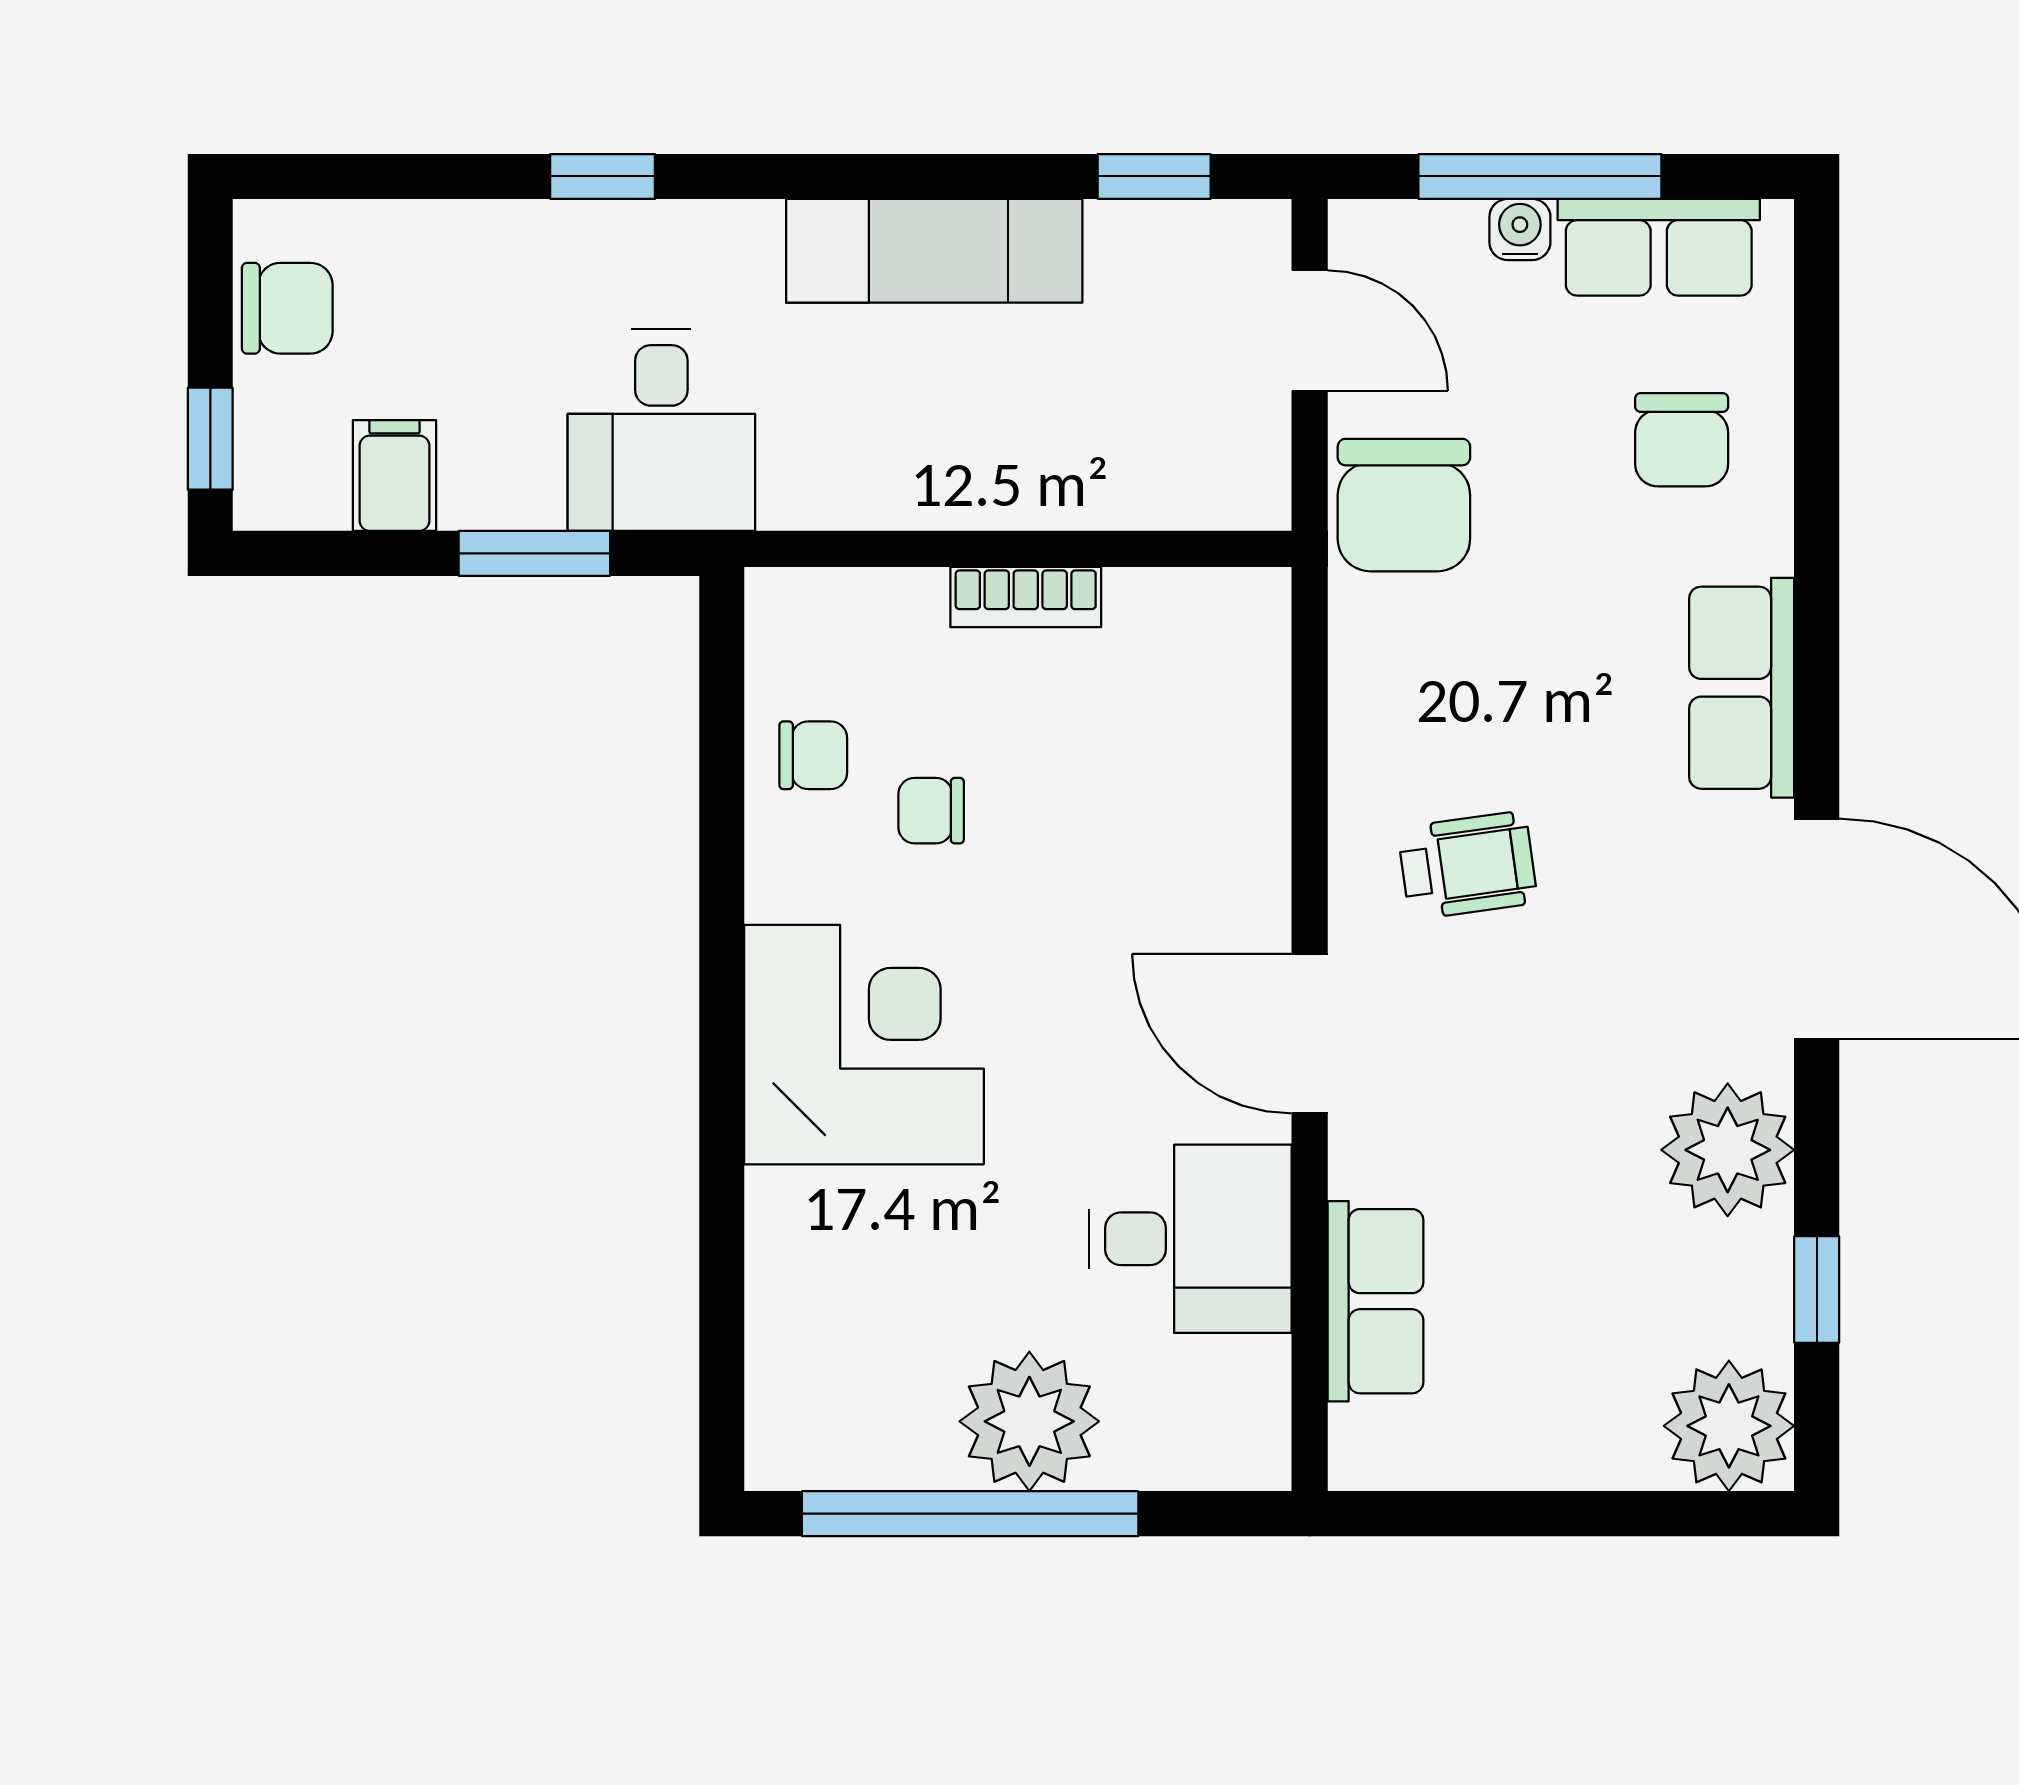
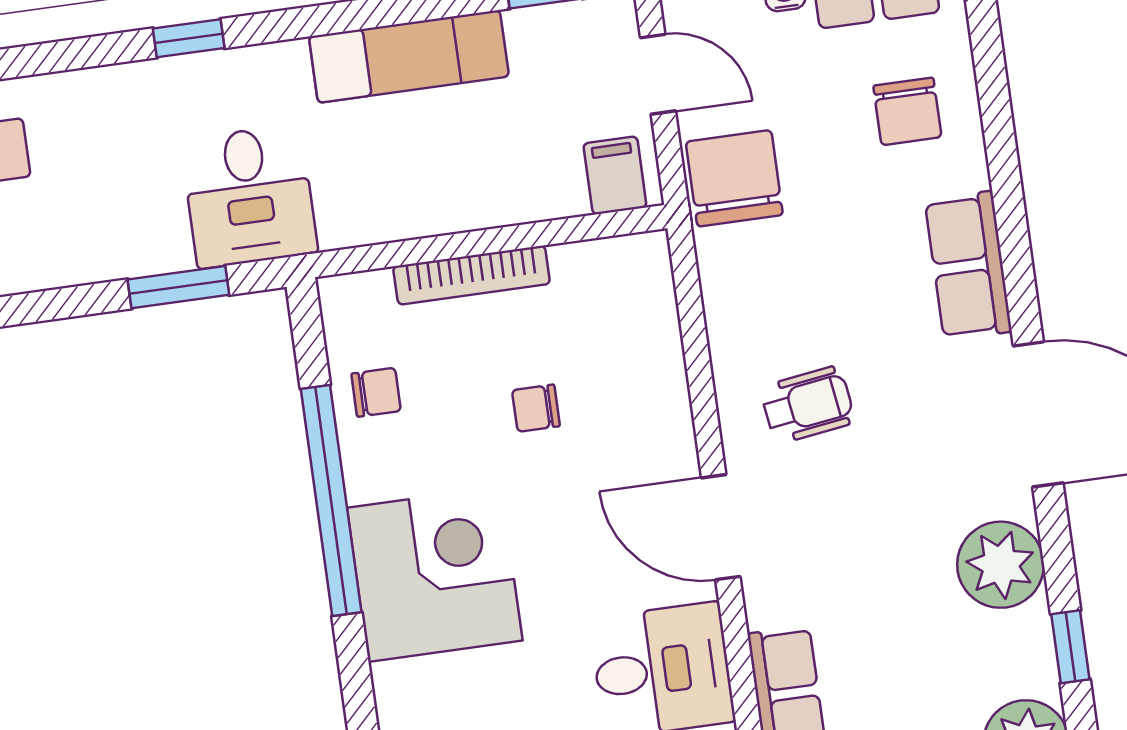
filing cabinet: (394, 475) -> (615, 175), moved
chair: (1404, 505) -> (734, 178), turned 180
bookcase: (1026, 597) -> (472, 275), width x1.56
chair: (931, 811) -> (536, 408), moved
window: (722, 911) -> (331, 501), added

